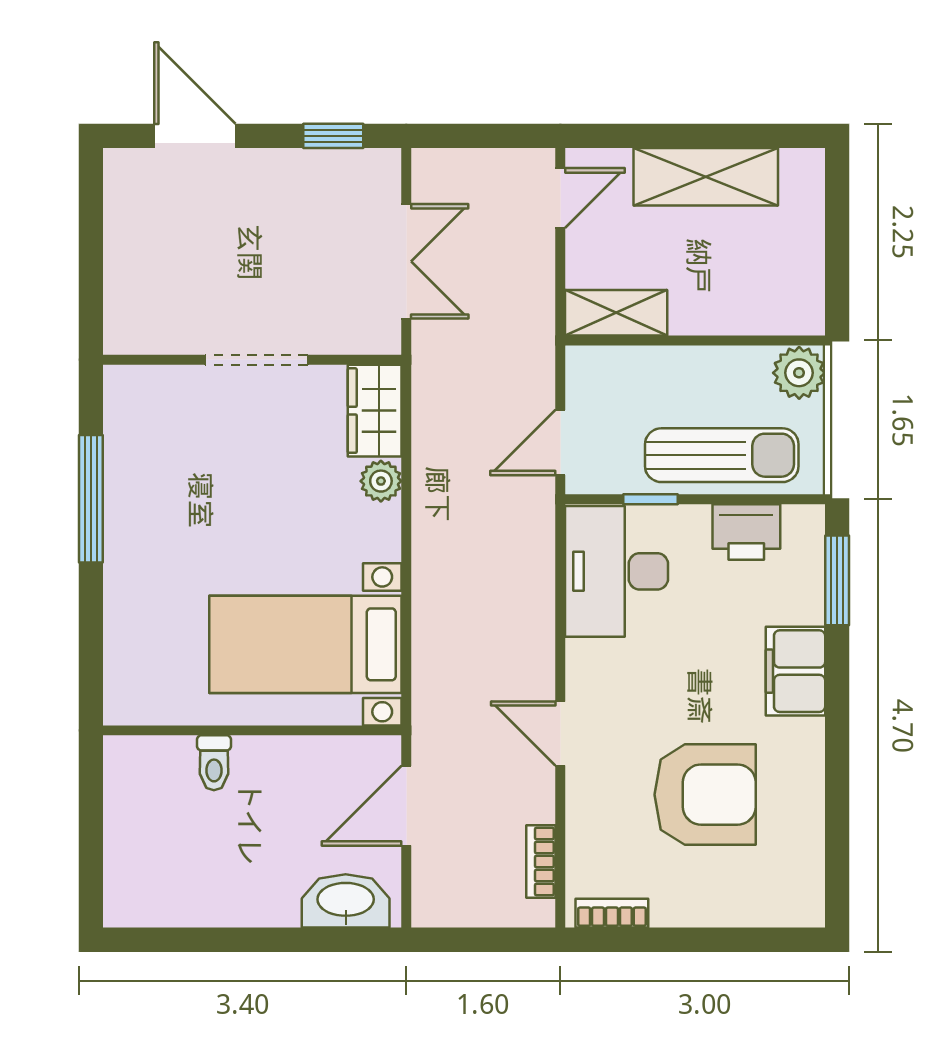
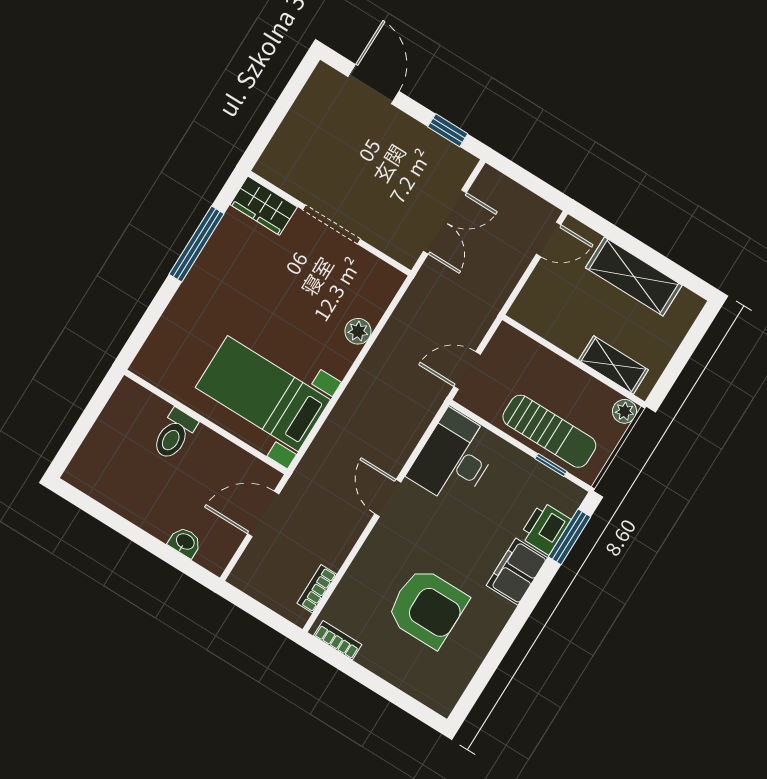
shelving: (616, 313) -> (613, 365), moved
plant: (799, 373) -> (625, 411), width x0.73, depth x0.73
wardrobe: (375, 411) -> (264, 206), moved, turned -90
window: (650, 499) -> (551, 465), moved
printer: (746, 532) -> (545, 528), moved, turned 90
door: (560, 734) -> (388, 498), moved
toilet: (214, 763) -> (174, 434), width x1.37, depth x1.39
washbasin: (346, 901) -> (185, 542), width x0.52, depth x0.69

